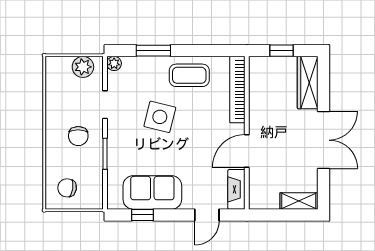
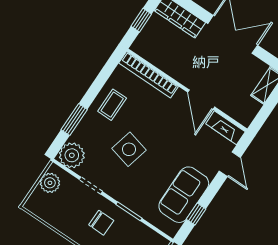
plant: (114, 63) -> (72, 155), width x1.87, depth x1.87
coffee table: (189, 75) -> (112, 105), width x0.73, depth x0.77

